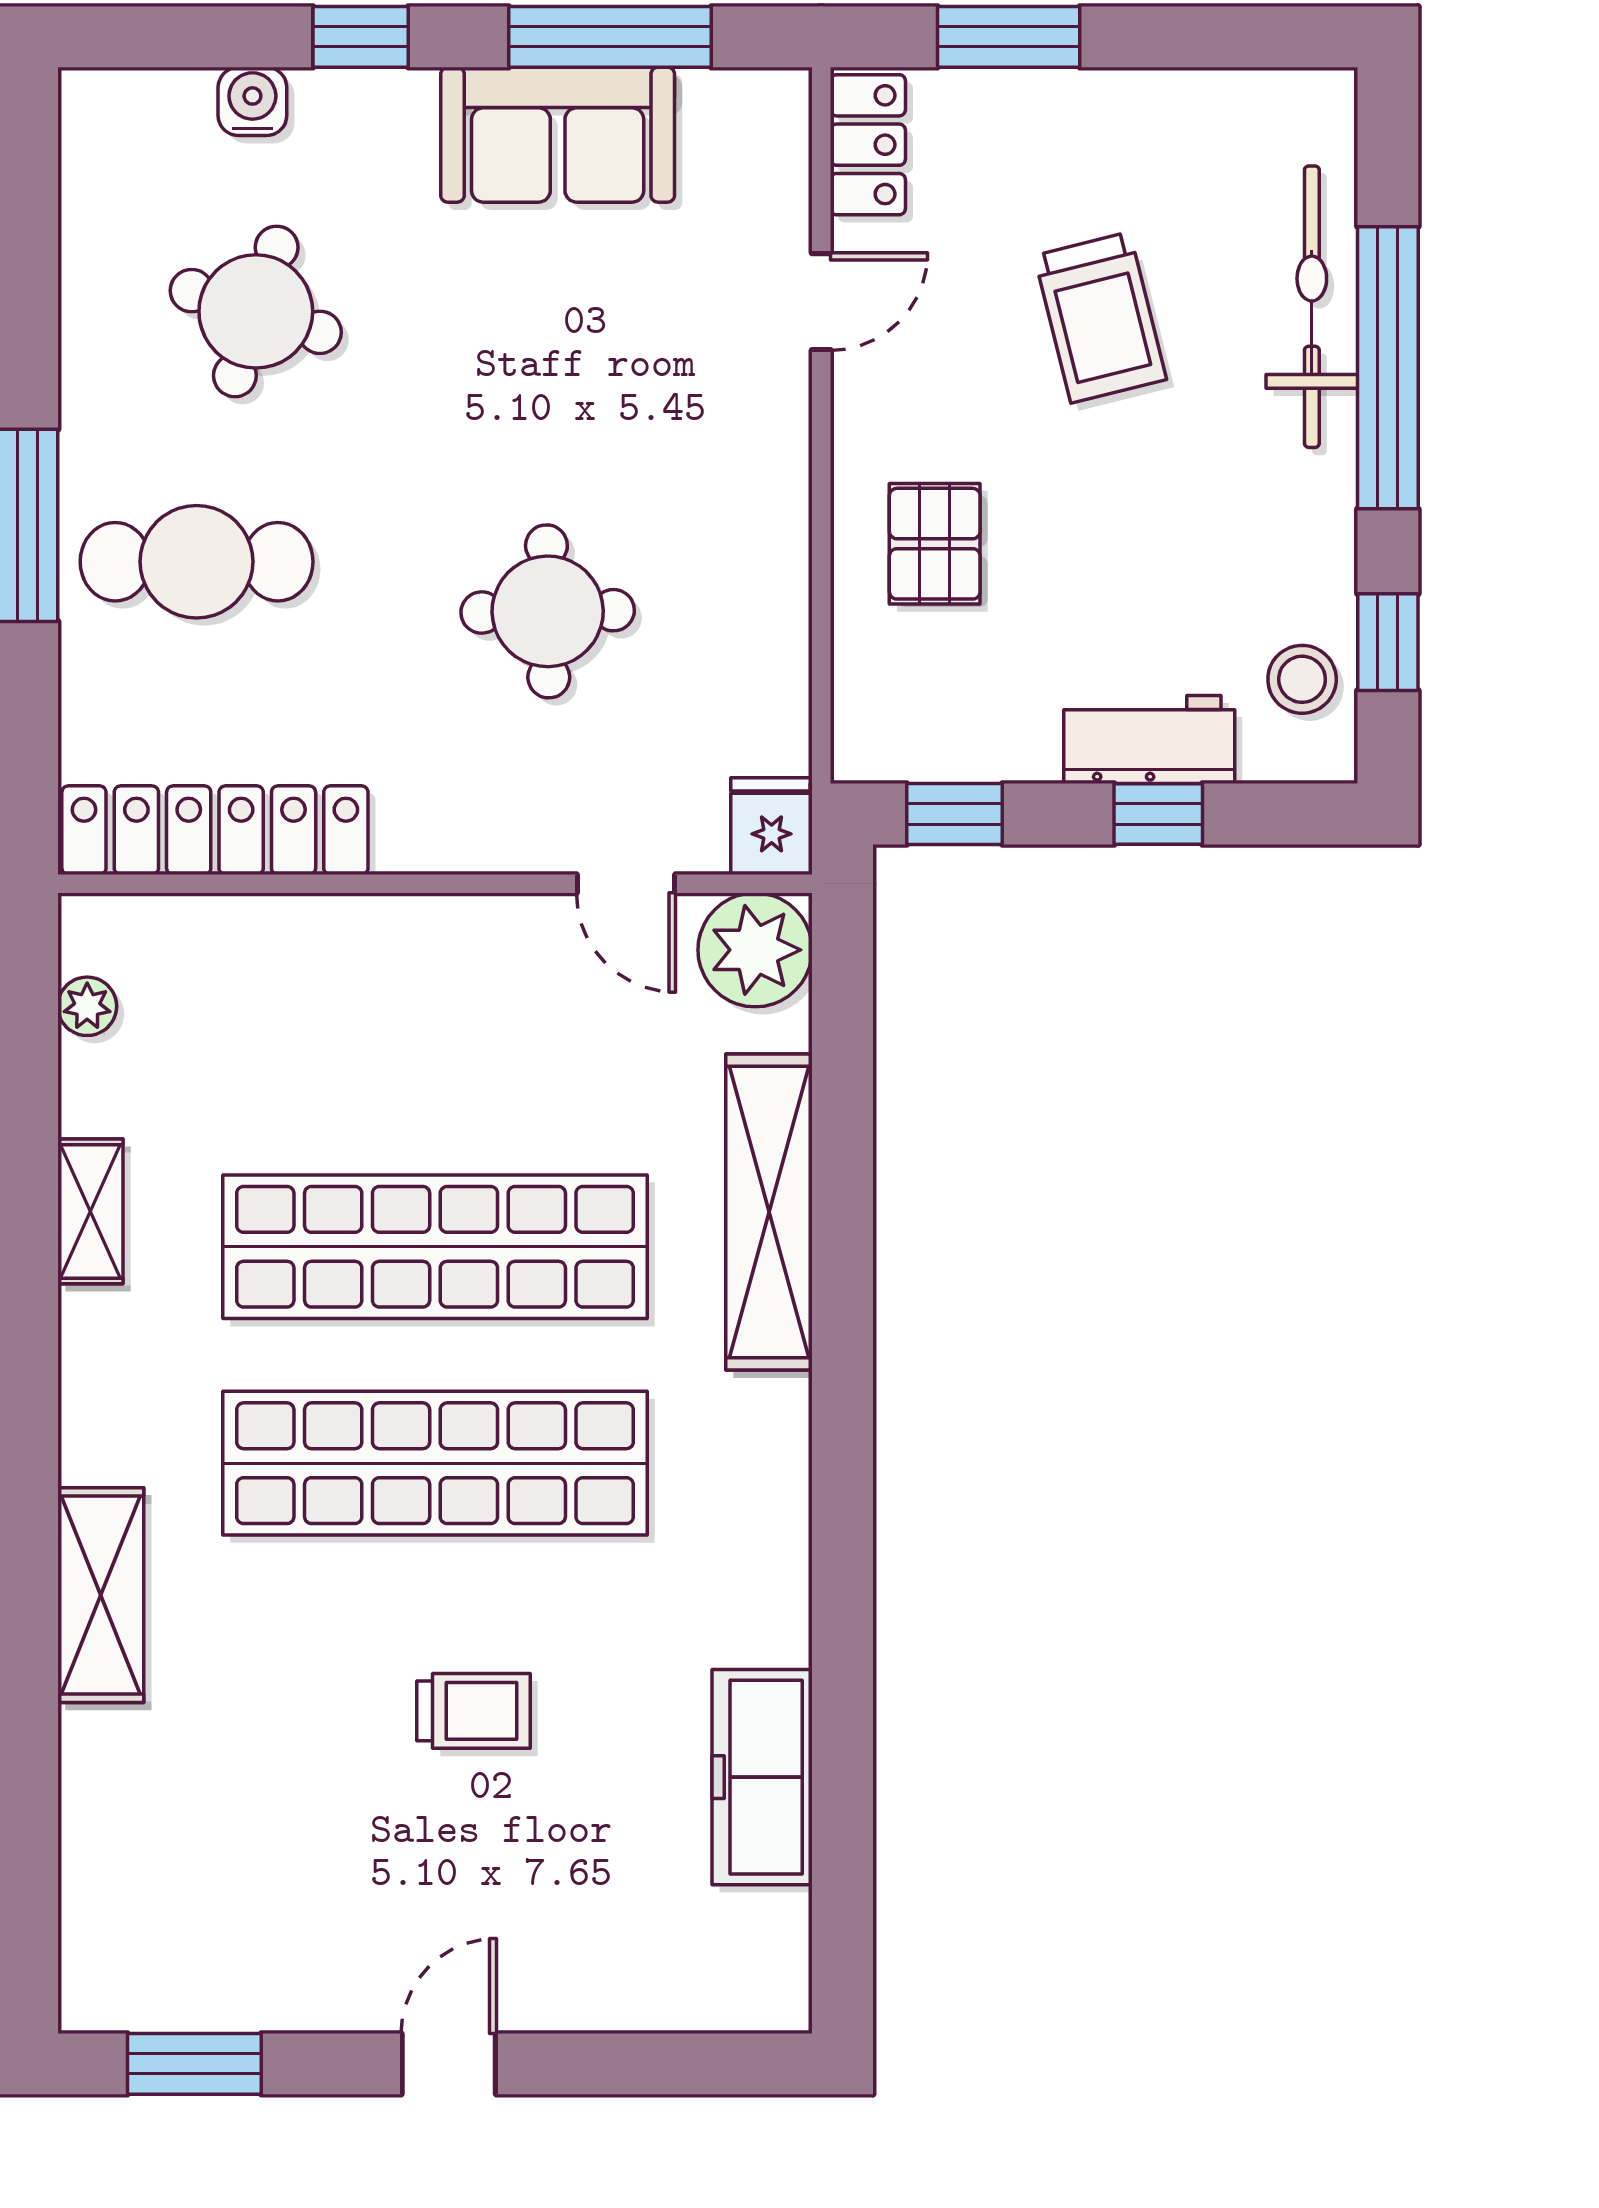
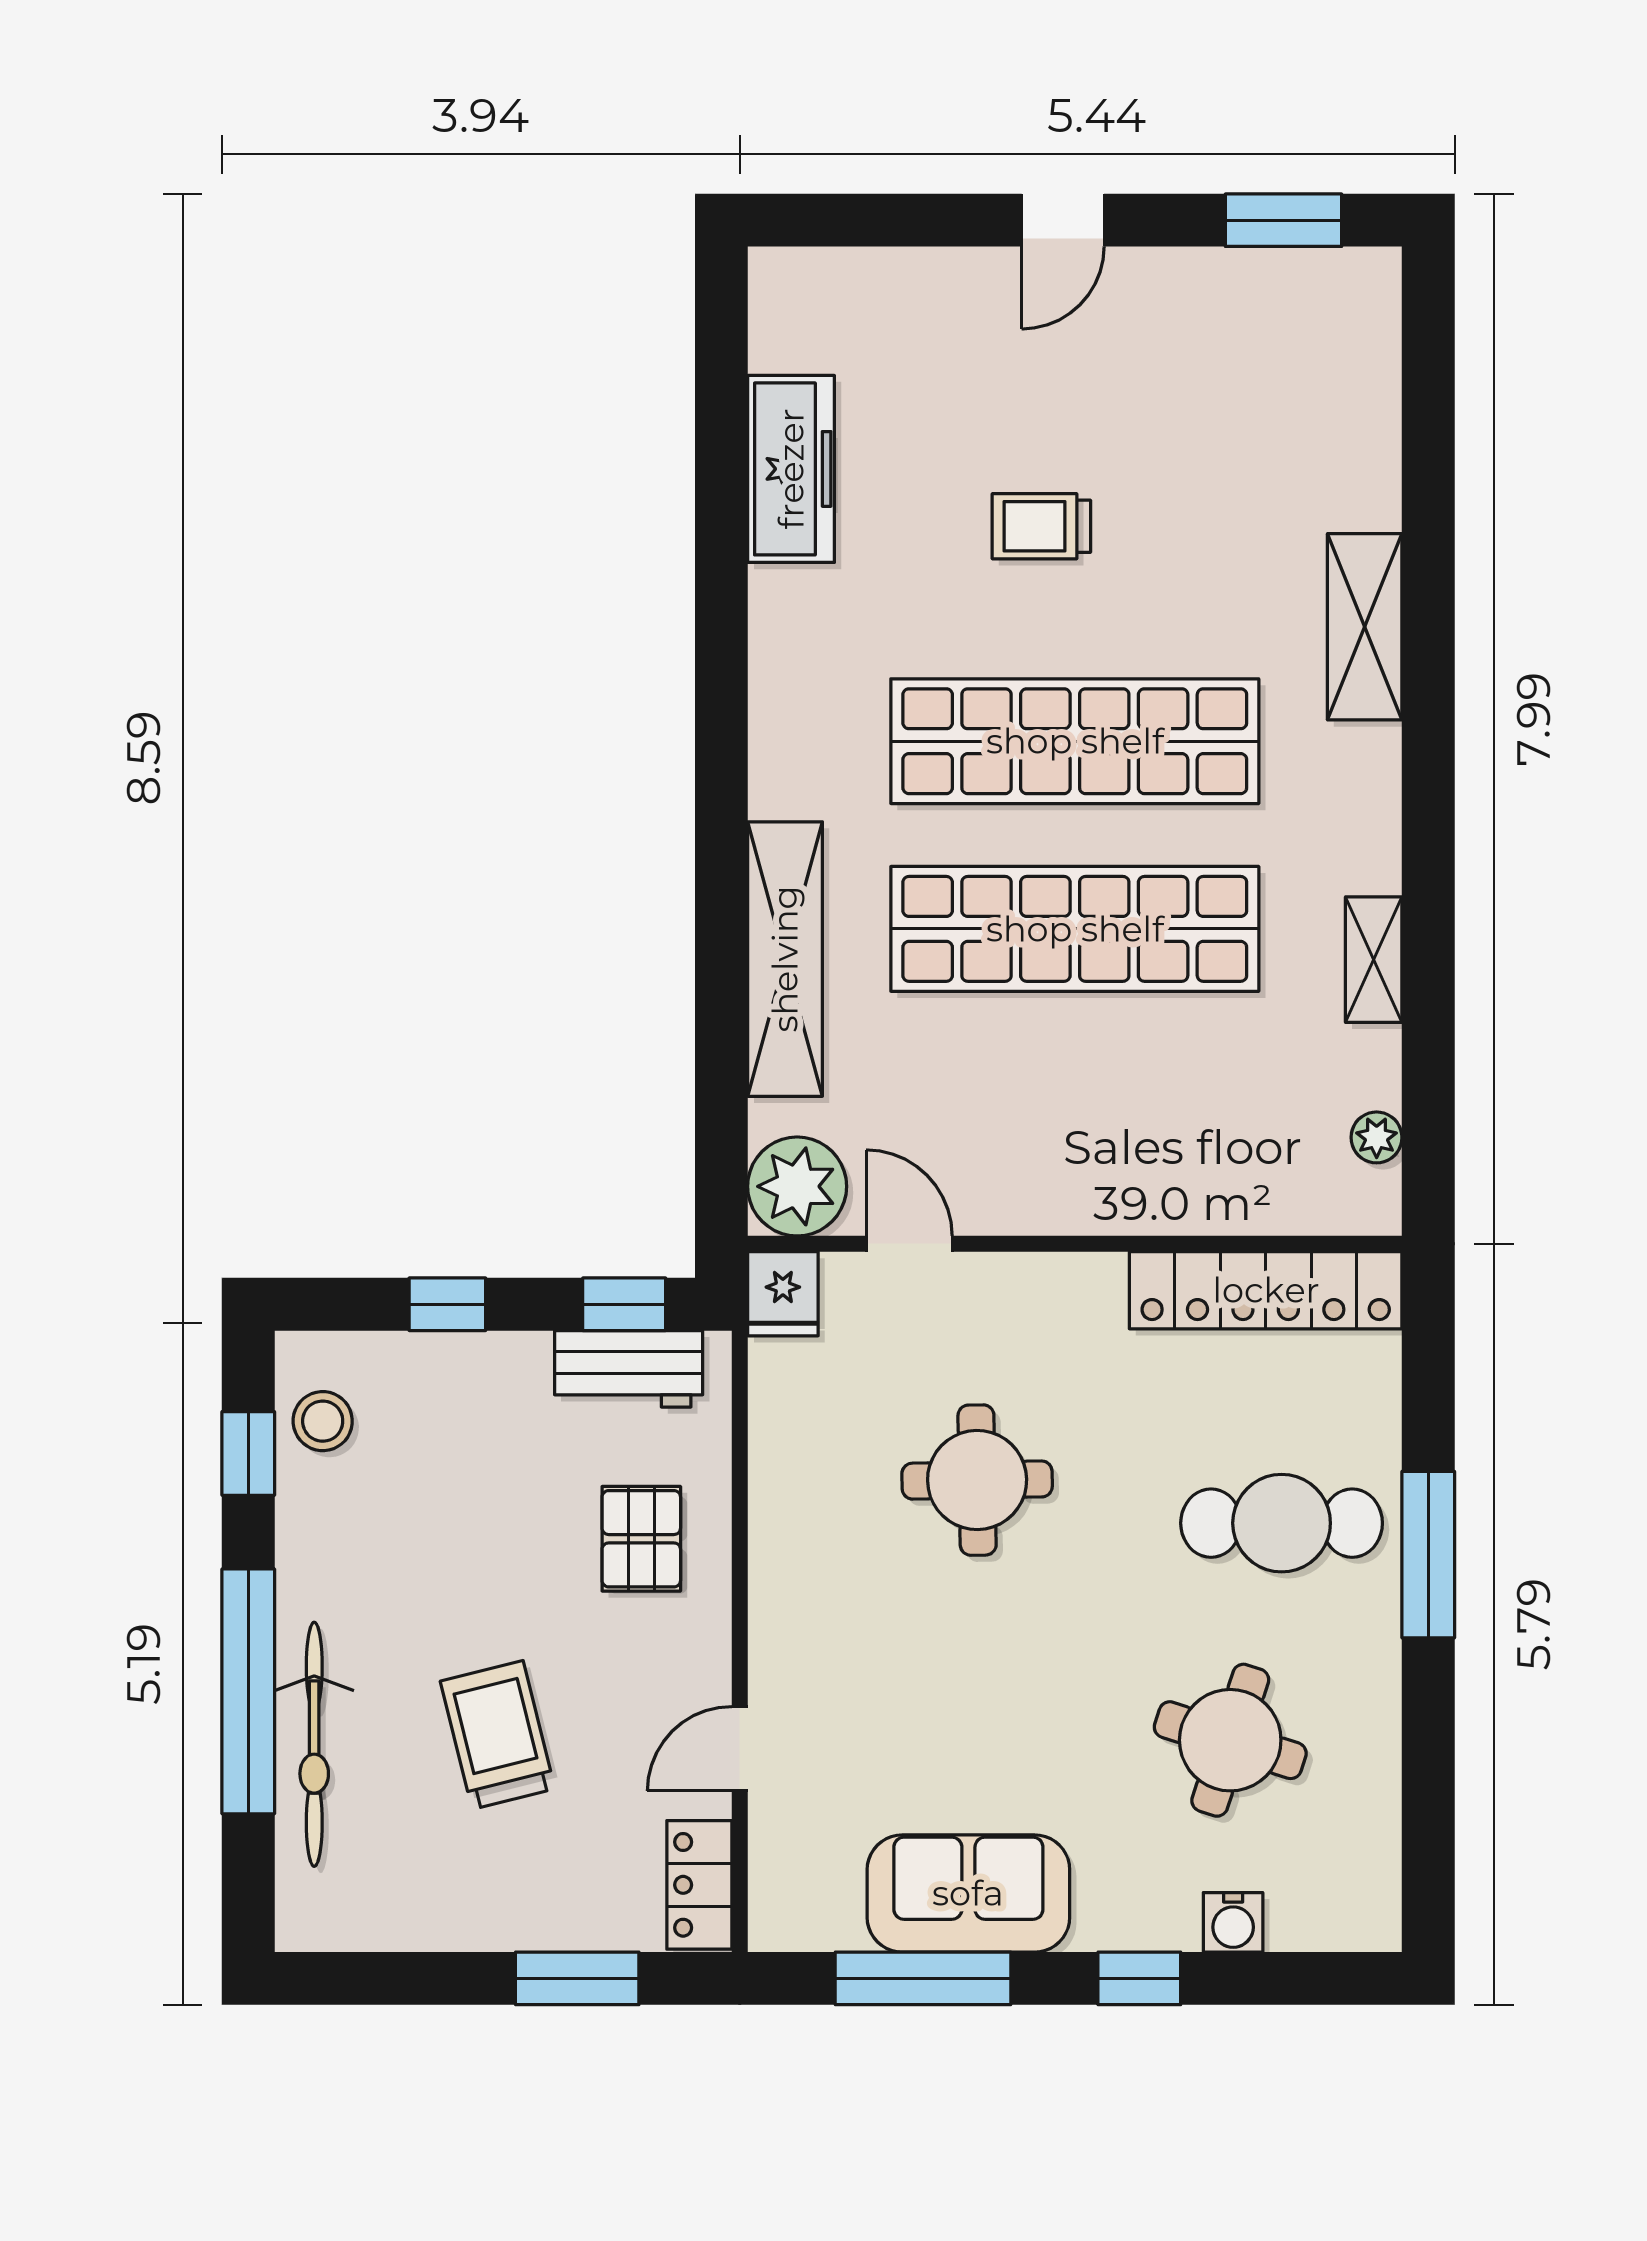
workbench: (1149, 740) -> (629, 1369), moved

